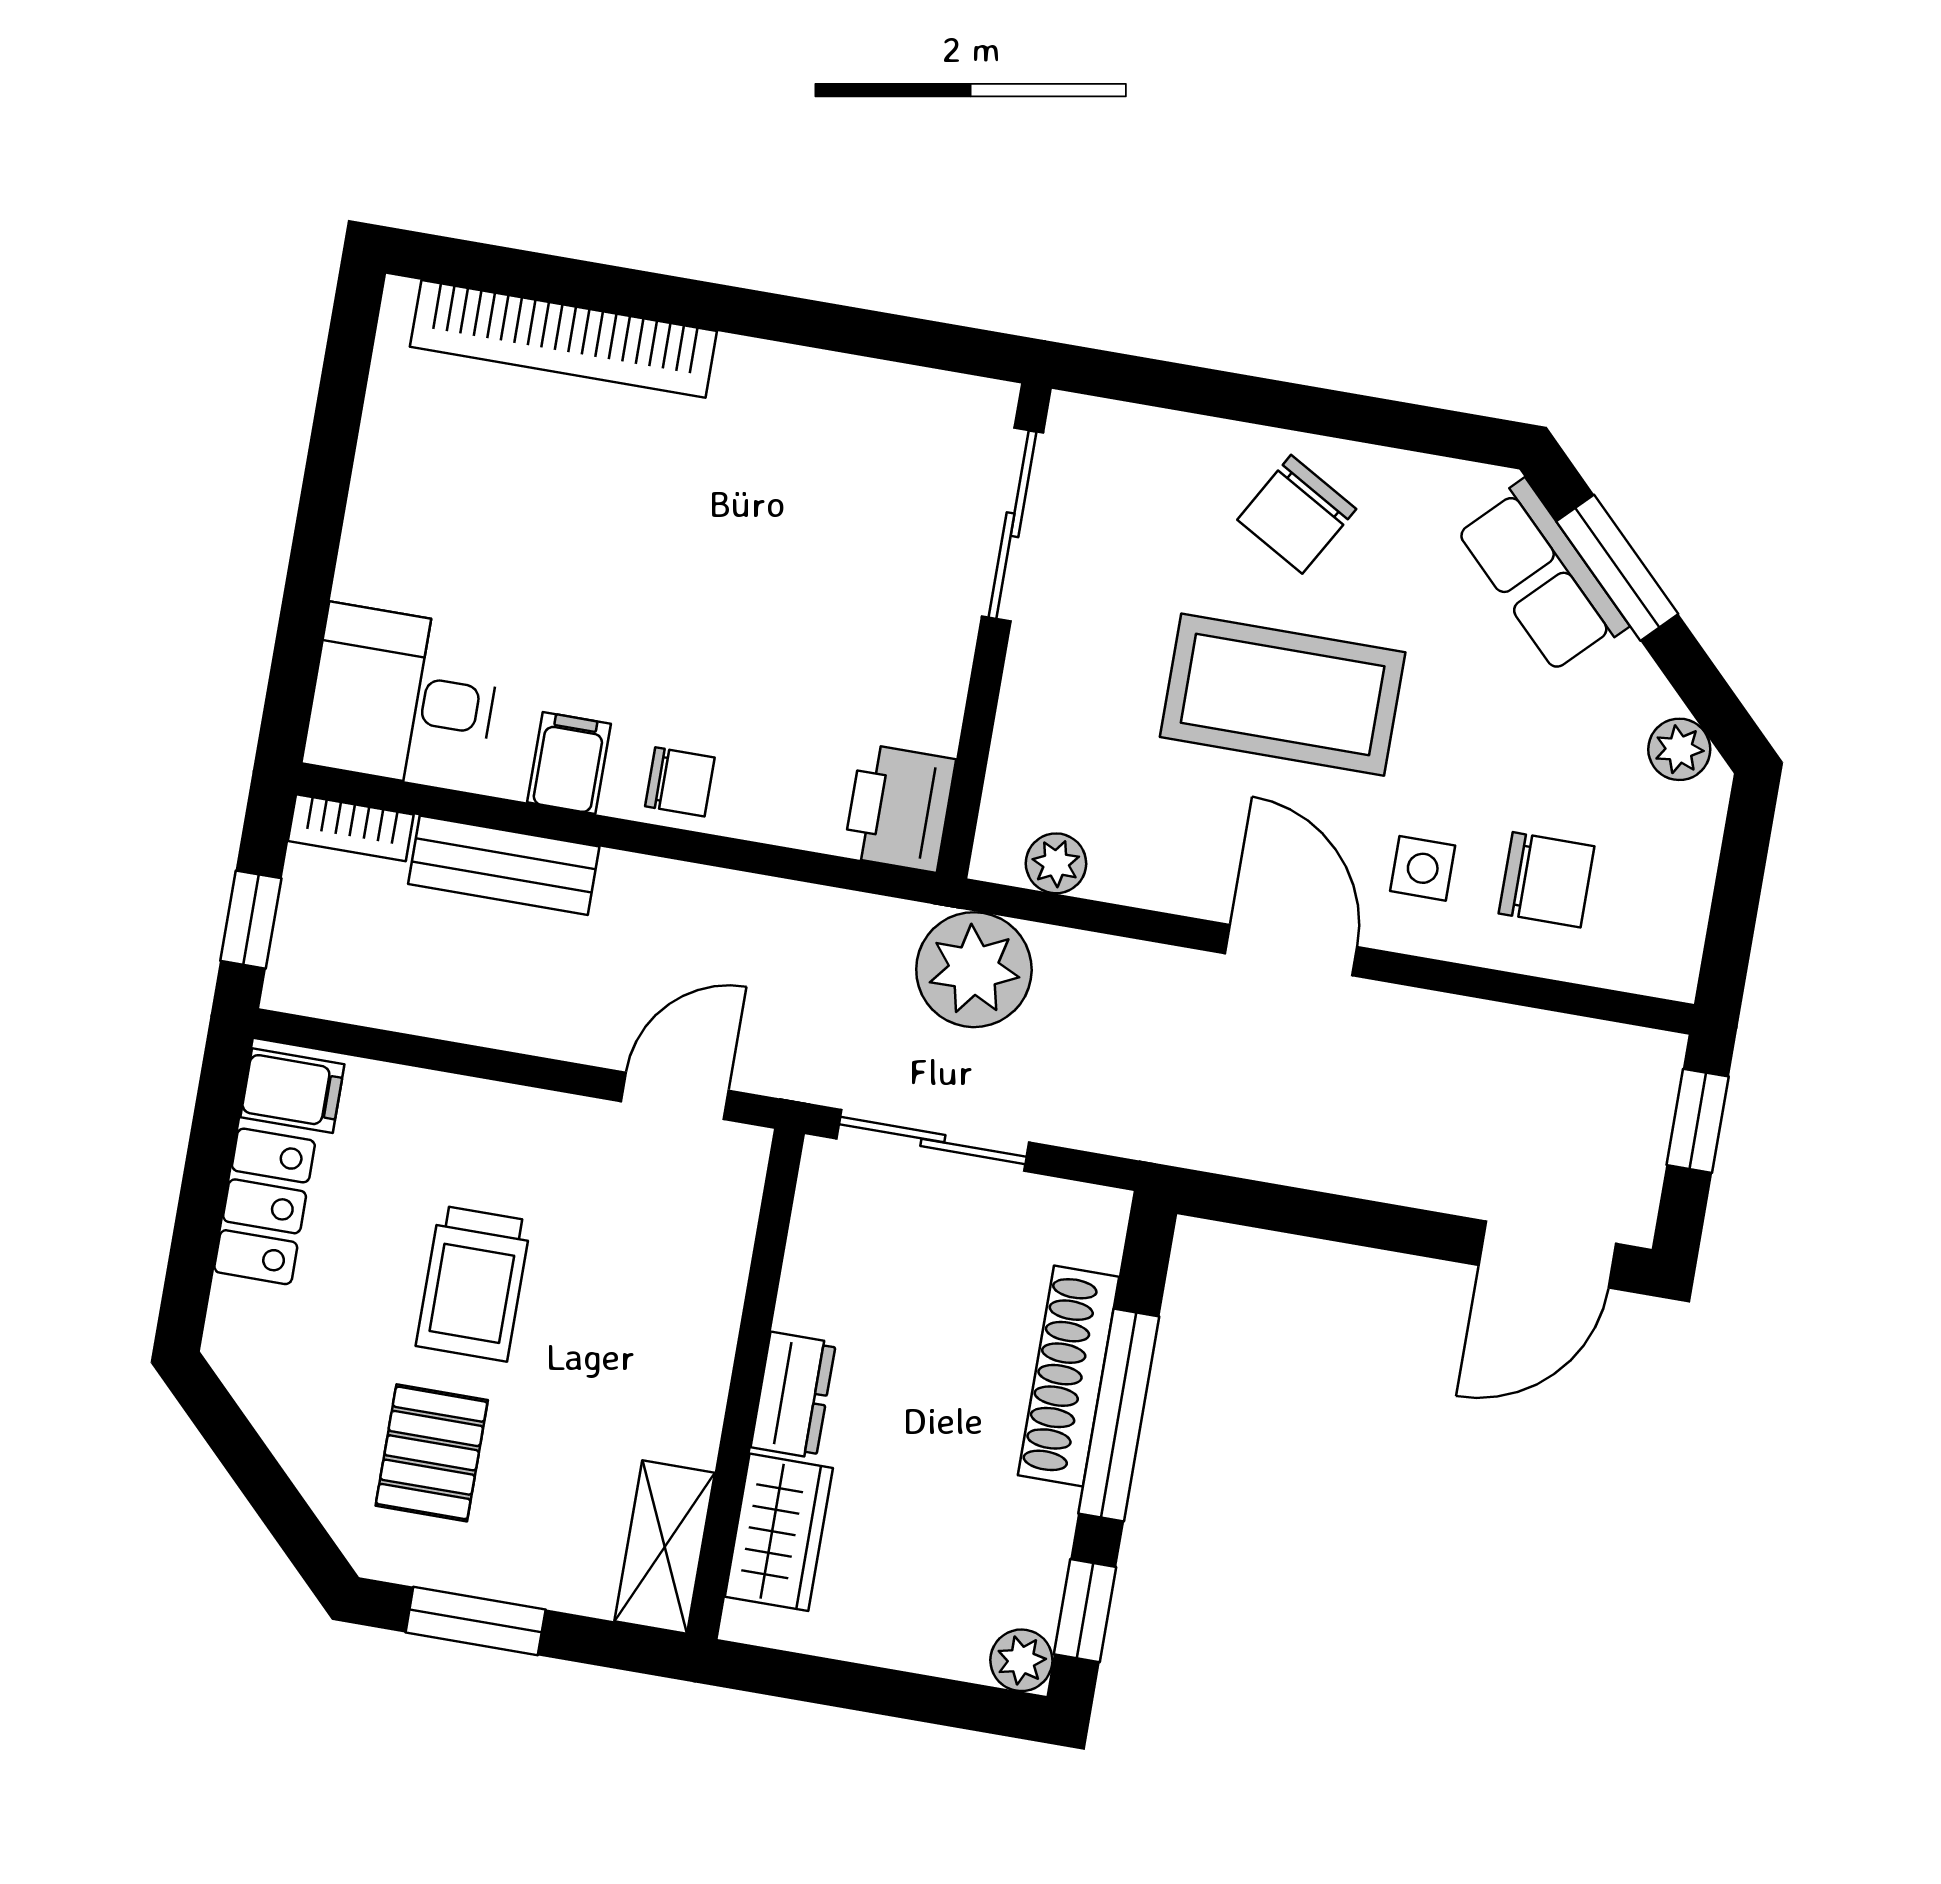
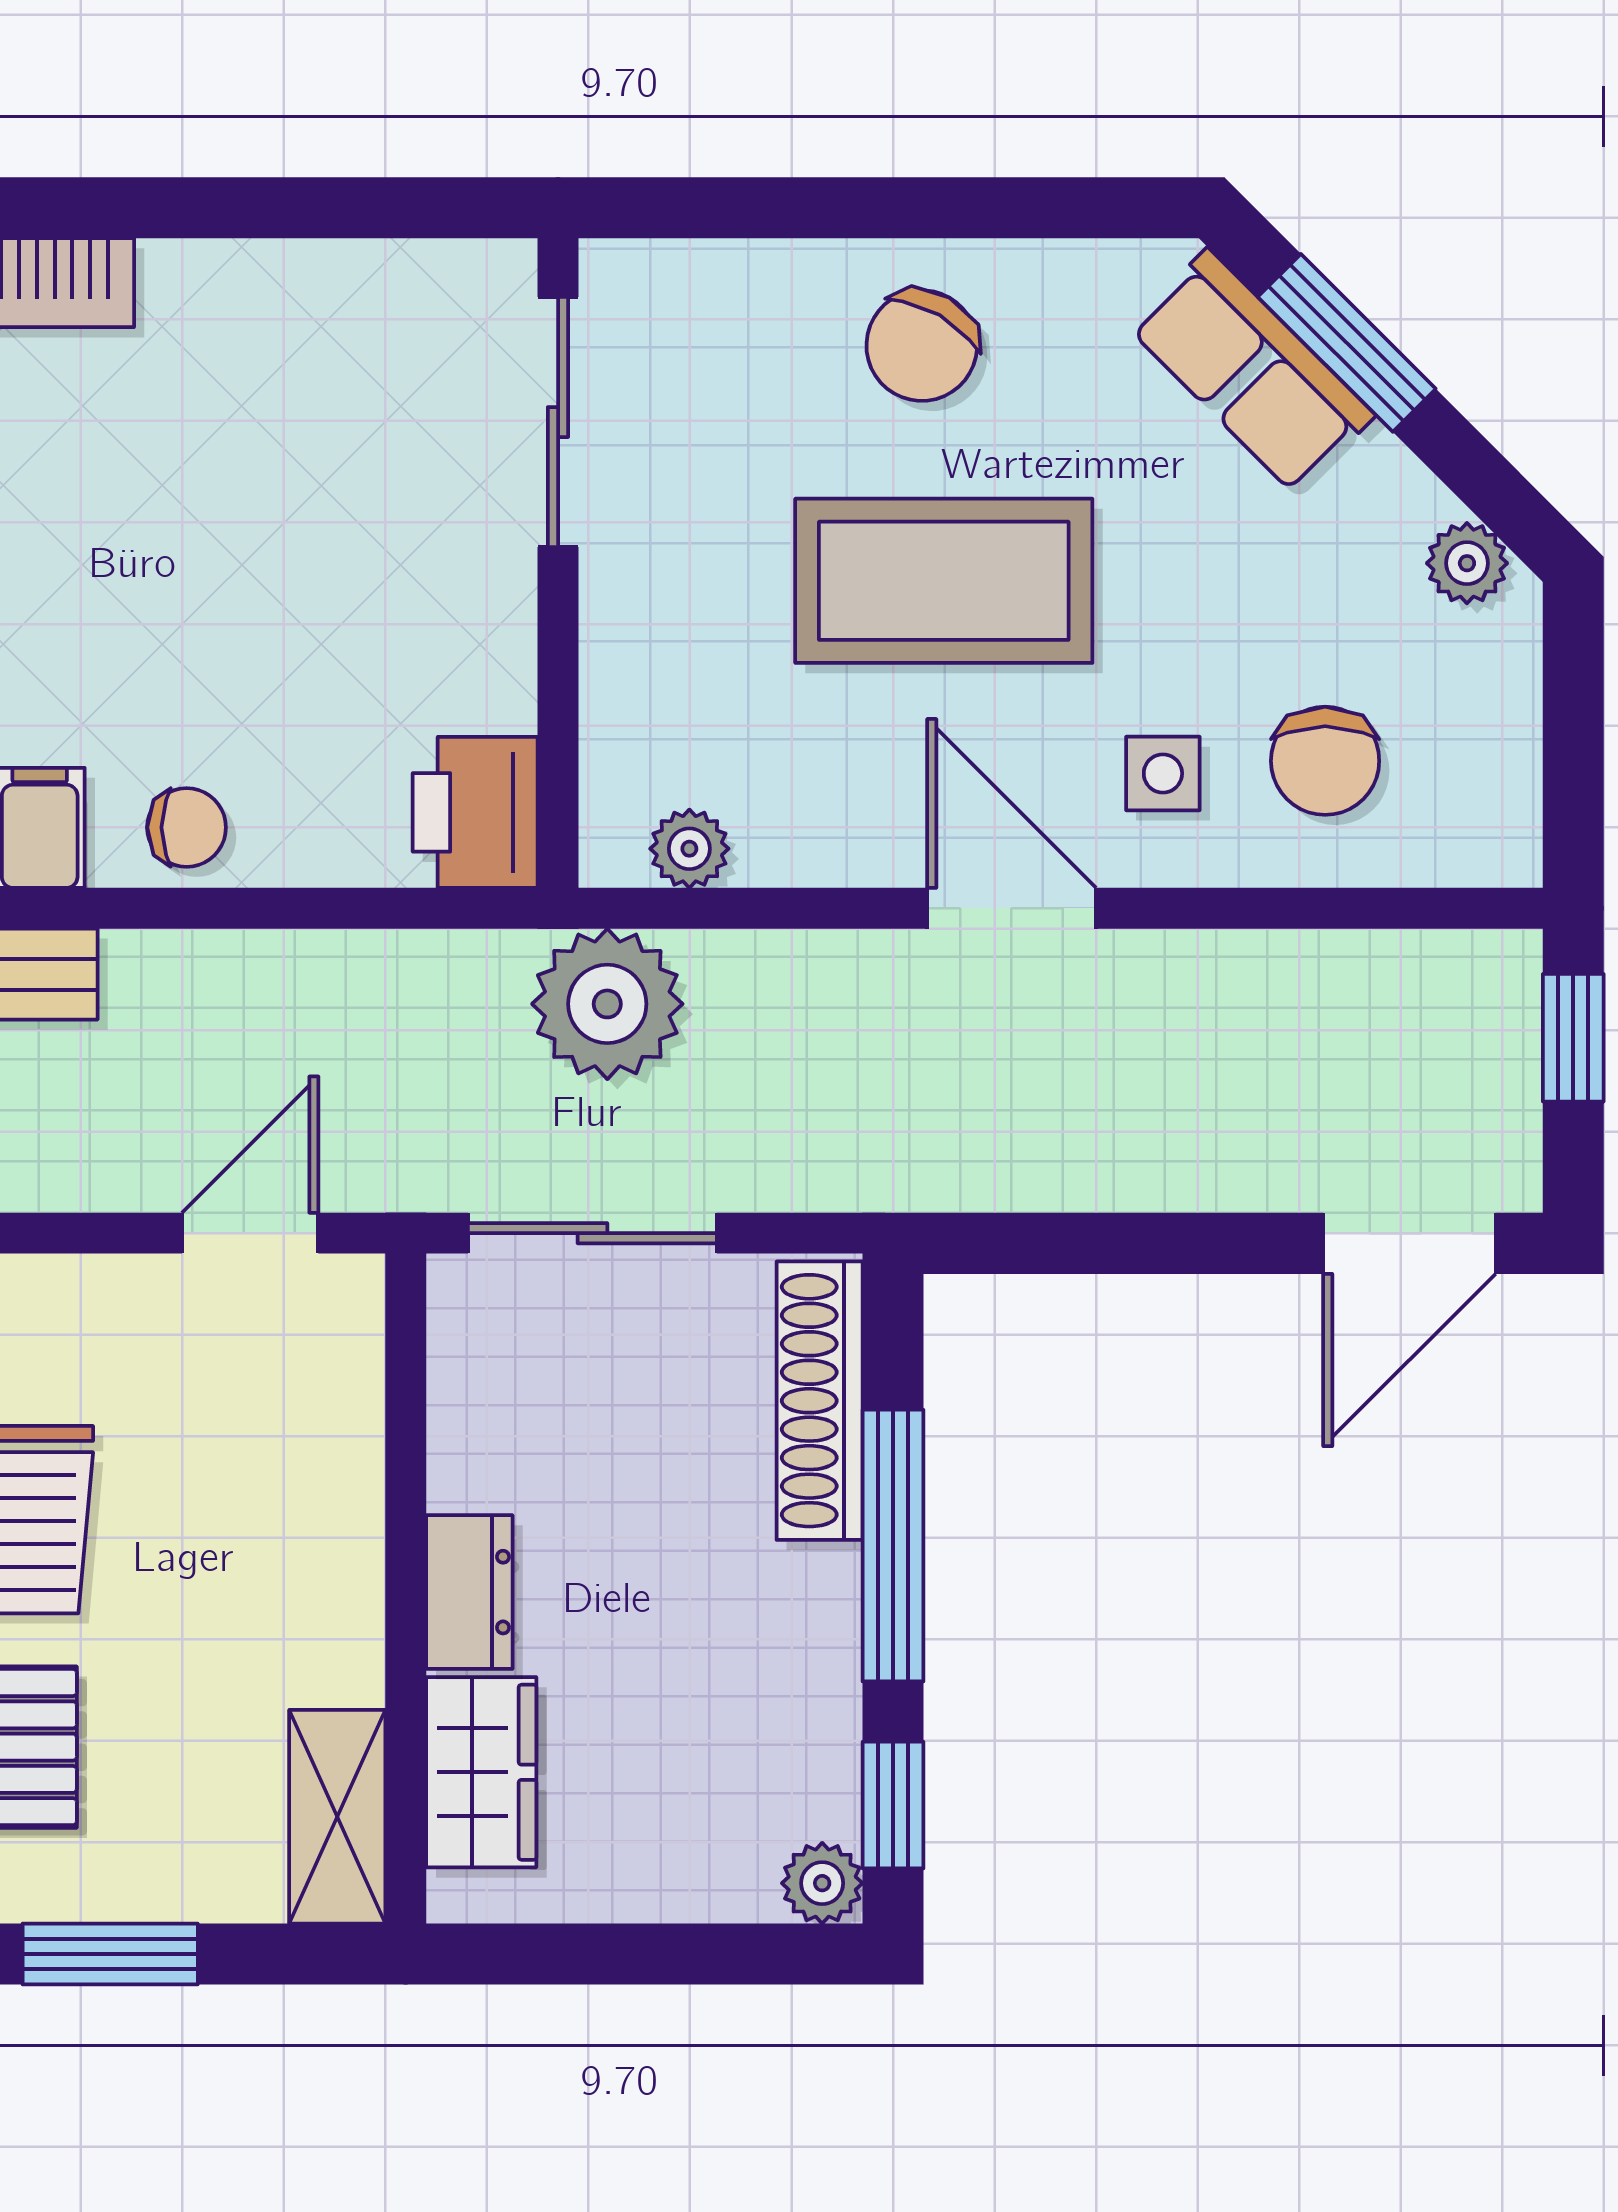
chair: (1547, 880) -> (1325, 761), turned 90
shoe rack: (1068, 1376) -> (820, 1401), moved

